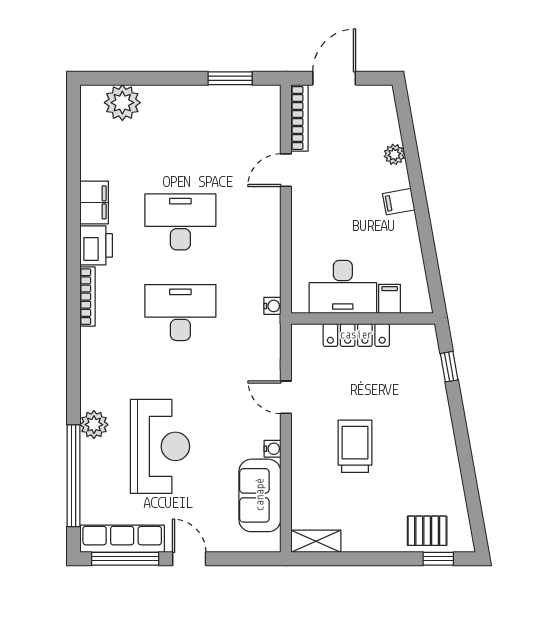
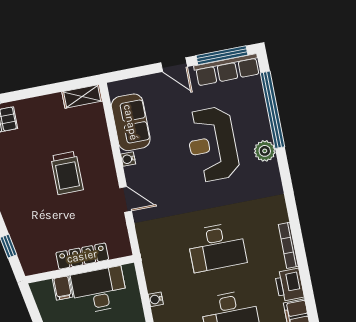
water cooler: (272, 306) -> (156, 299), moved

